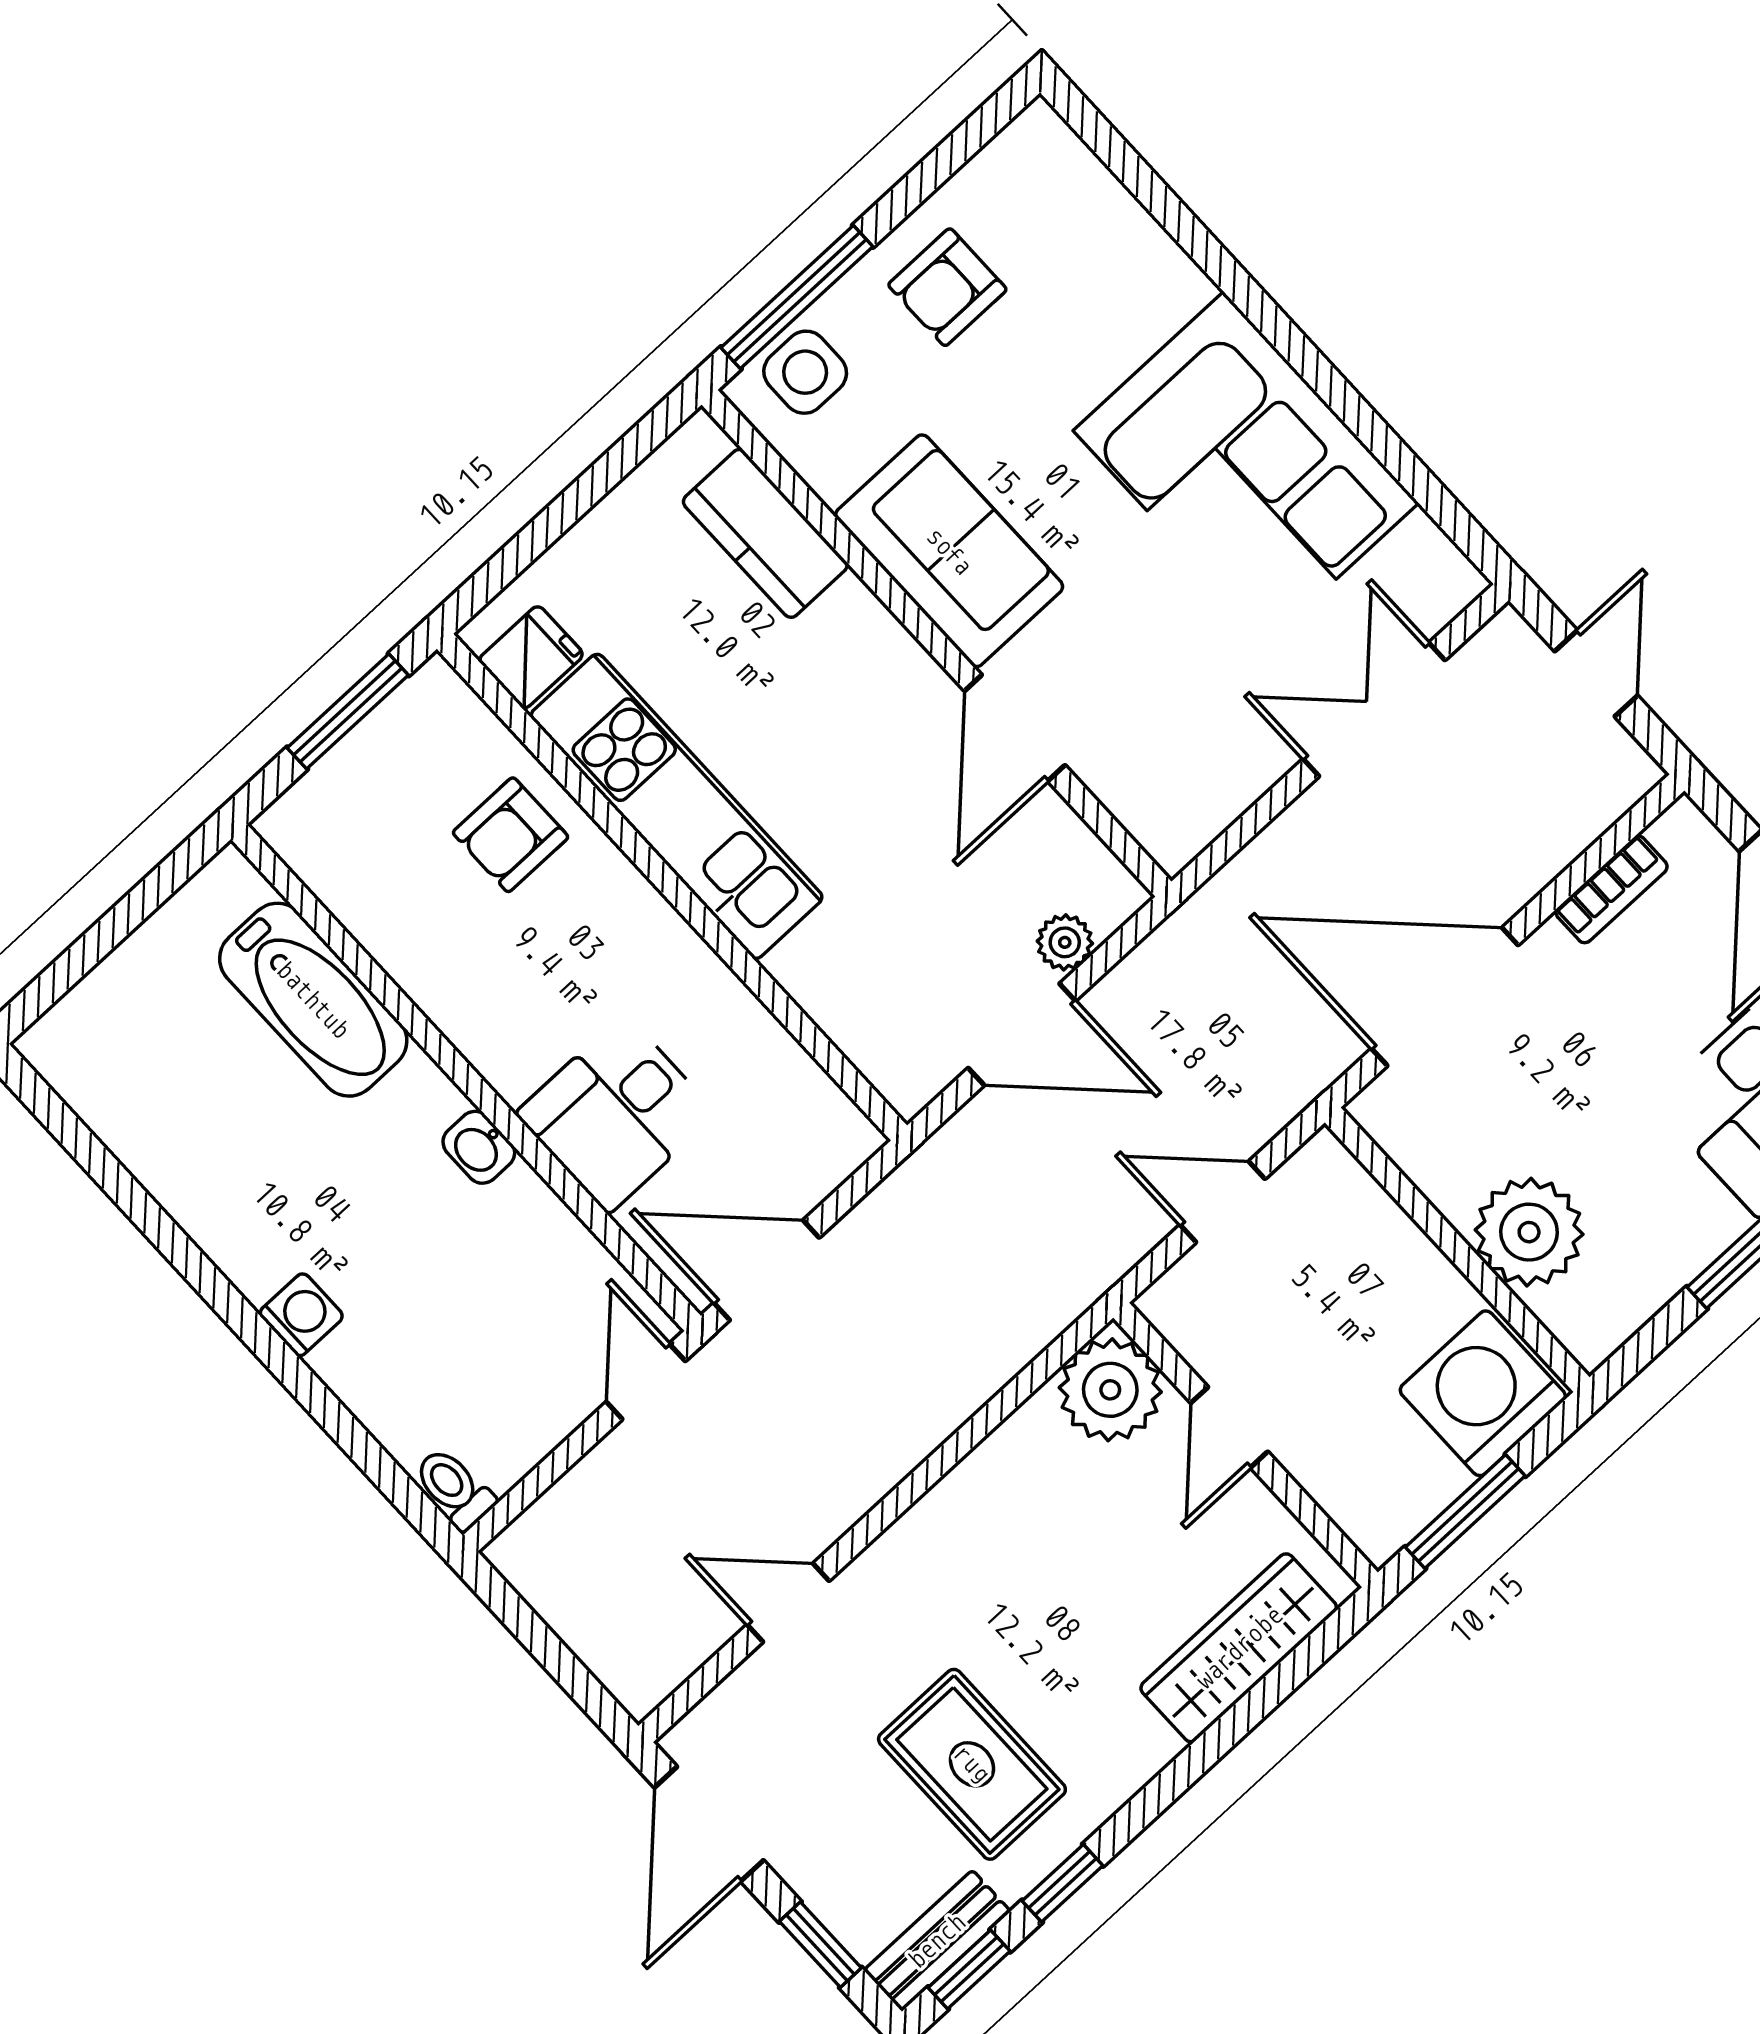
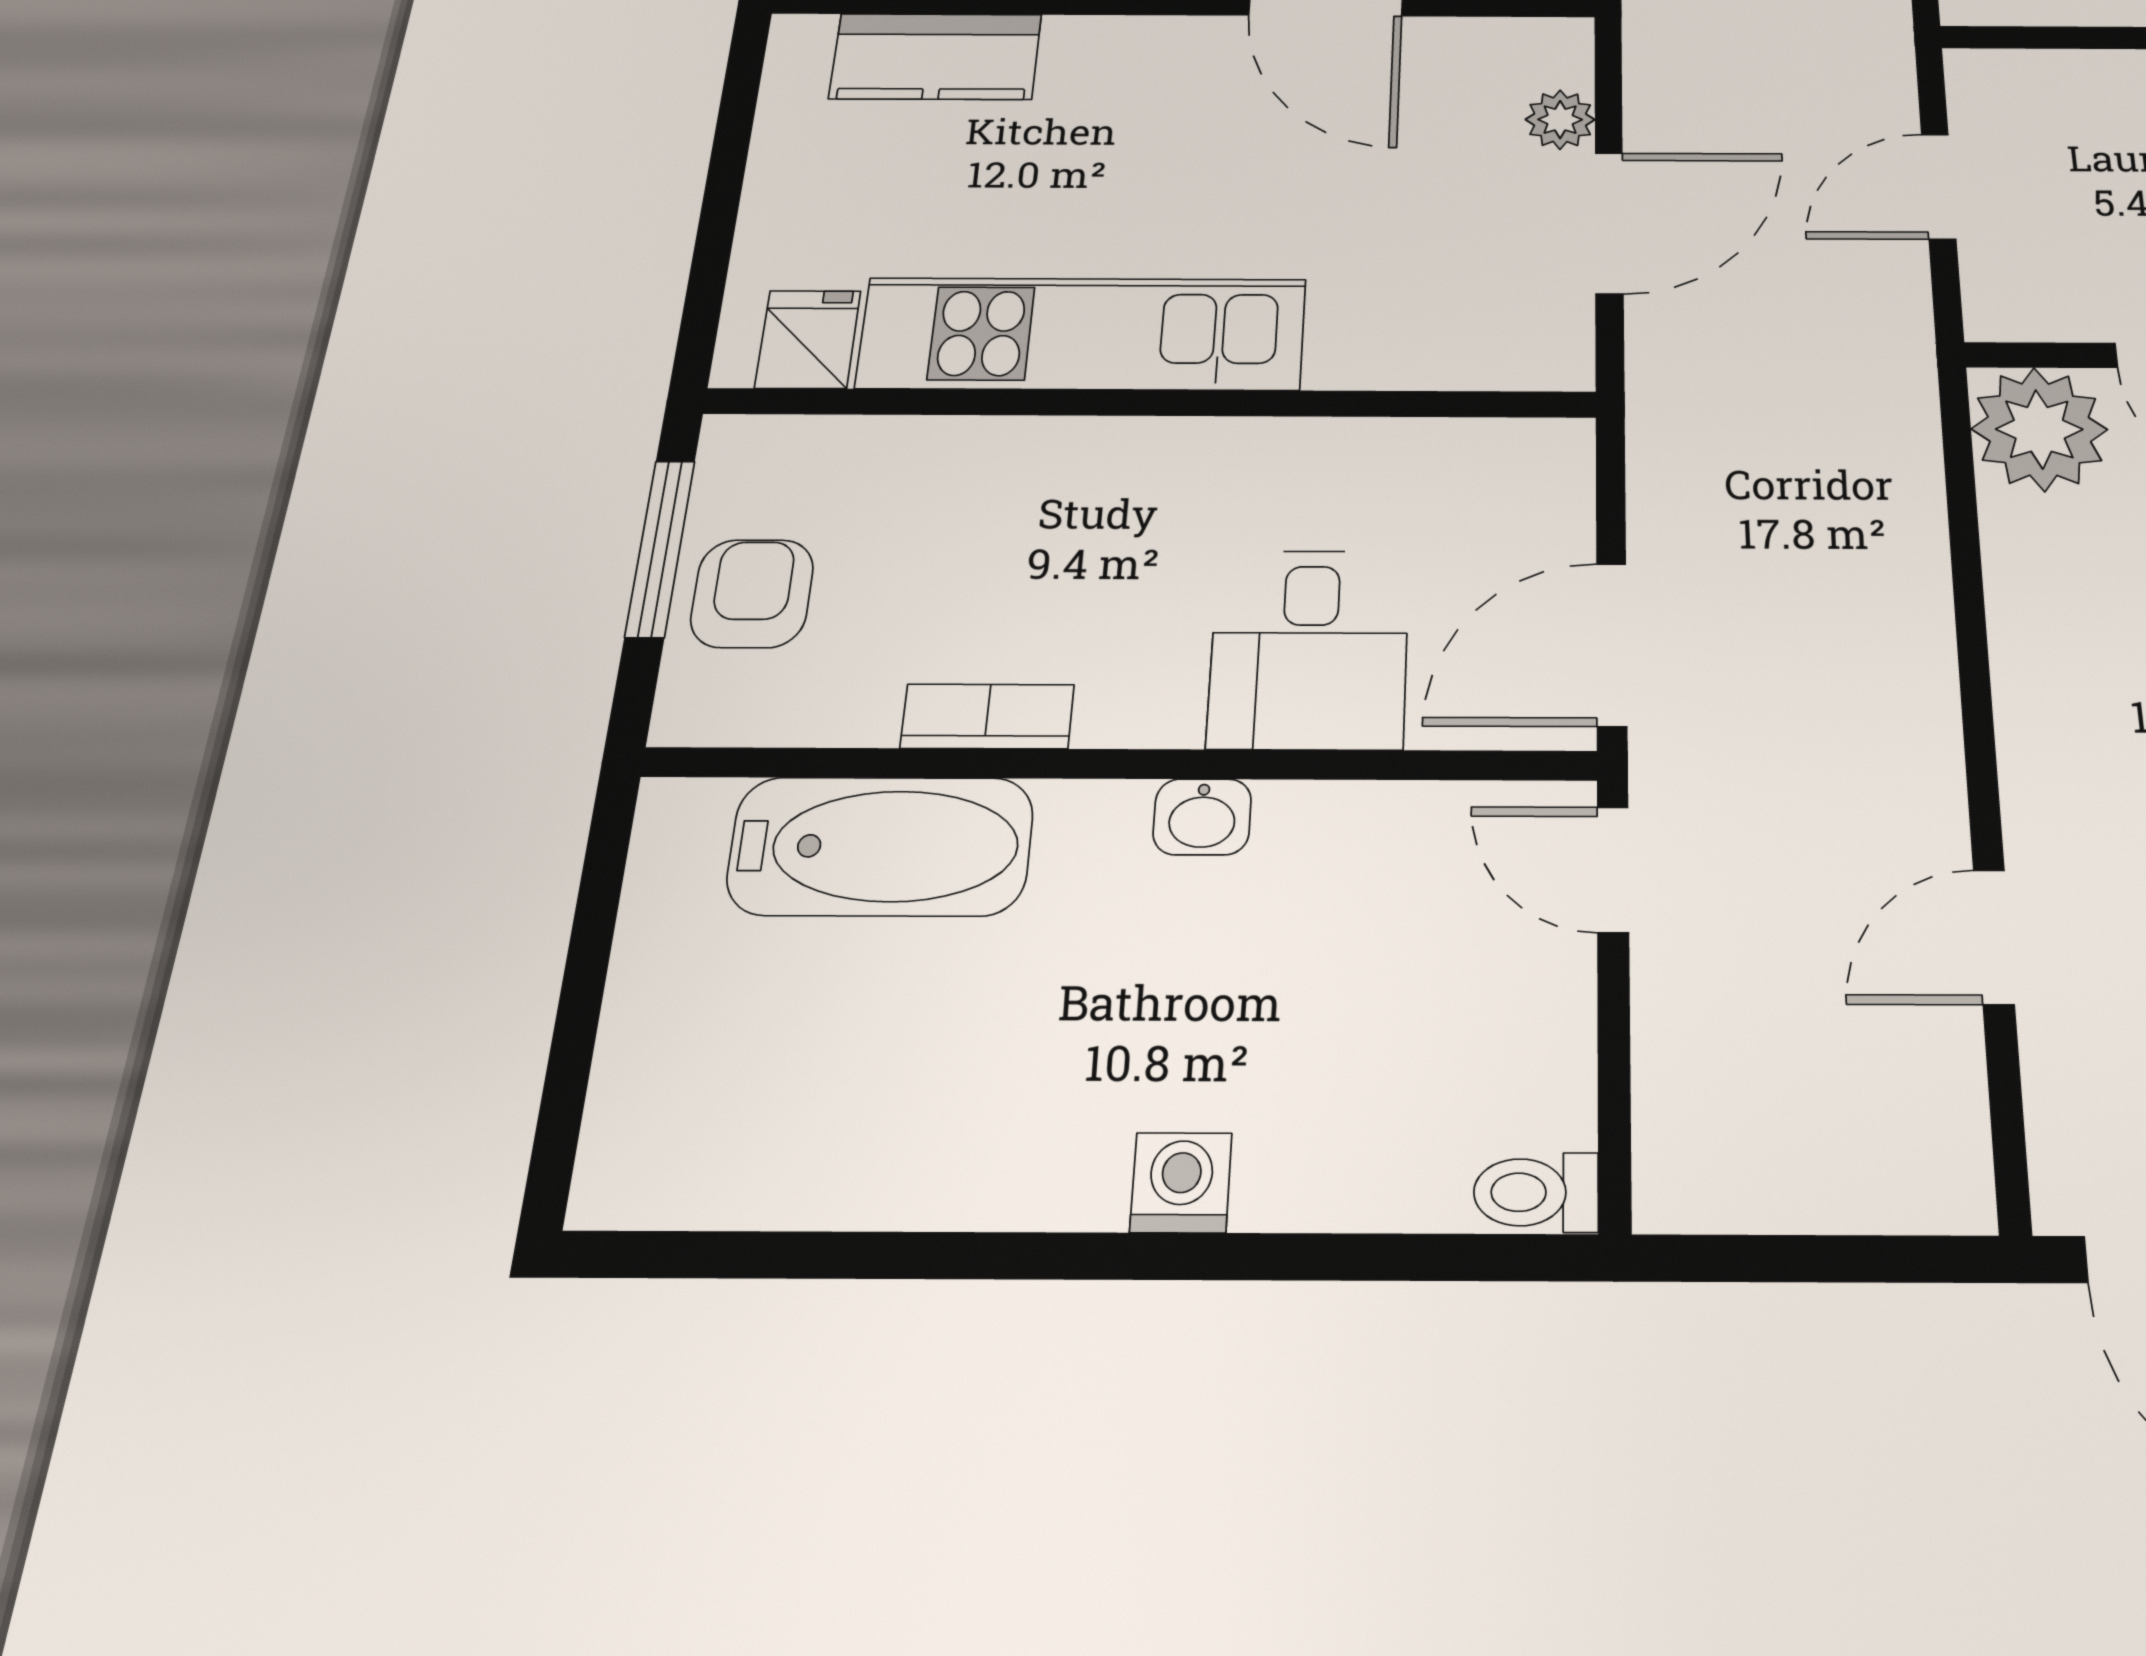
armchair: (511, 835) -> (752, 594), moved, turned 180
bookcase: (426, 983) -> (987, 716), added

